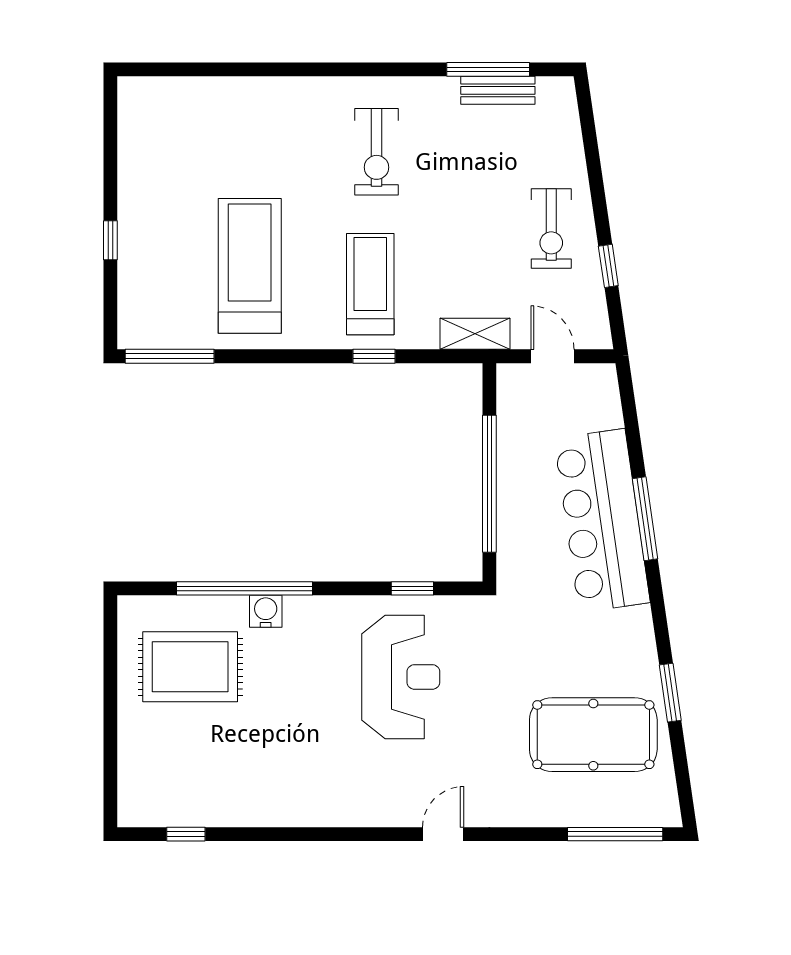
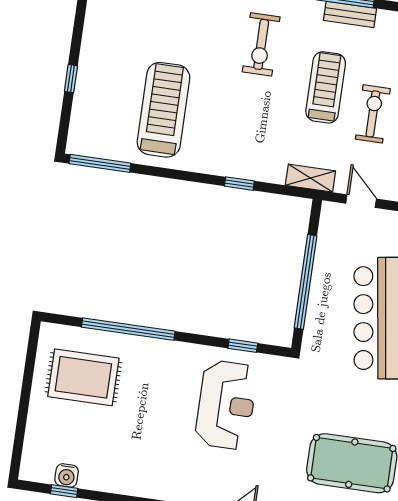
exercise bike: (551, 229) -> (373, 114), turned 180
treadmill: (370, 284) -> (326, 87), moved
water cooler: (266, 611) -> (67, 475), moved, turned 180

